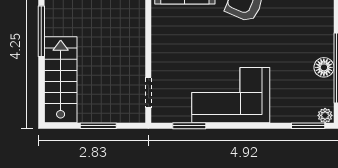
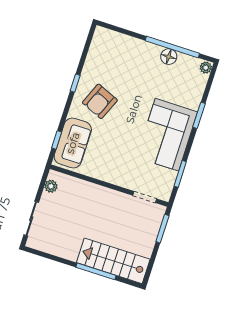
window: (41, 31) -> (96, 271), moved
window: (98, 126) -> (162, 229), moved
window: (308, 126) -> (199, 115), moved

